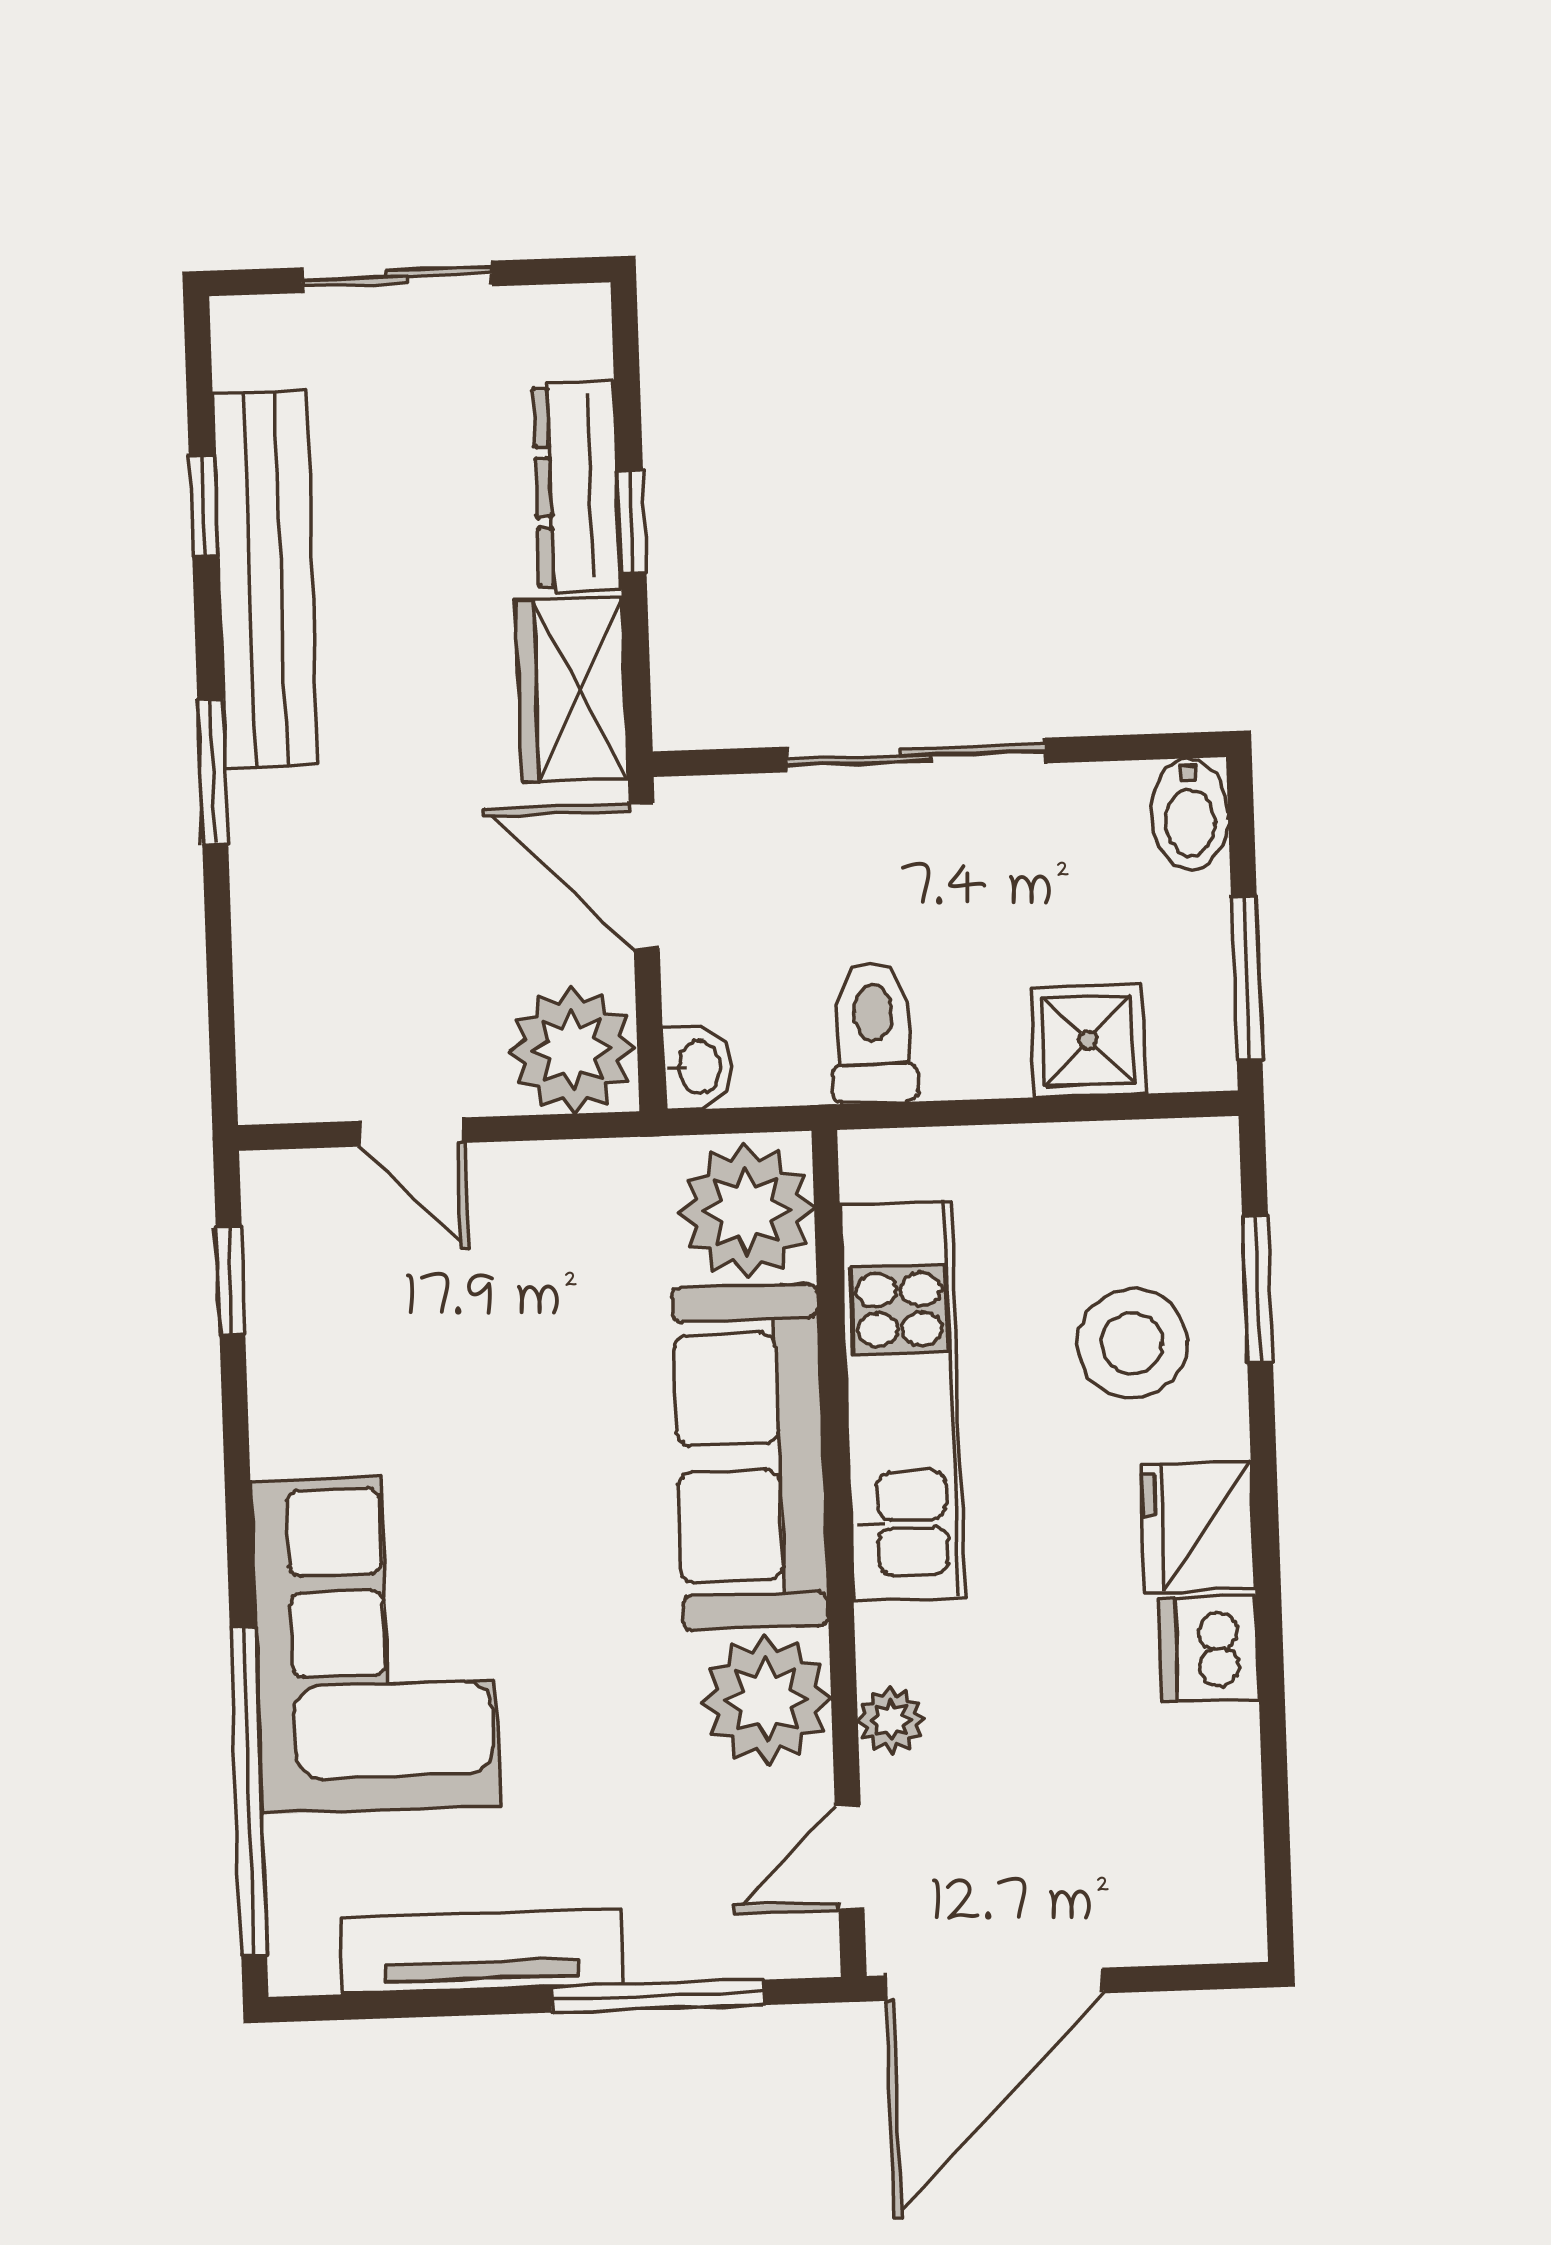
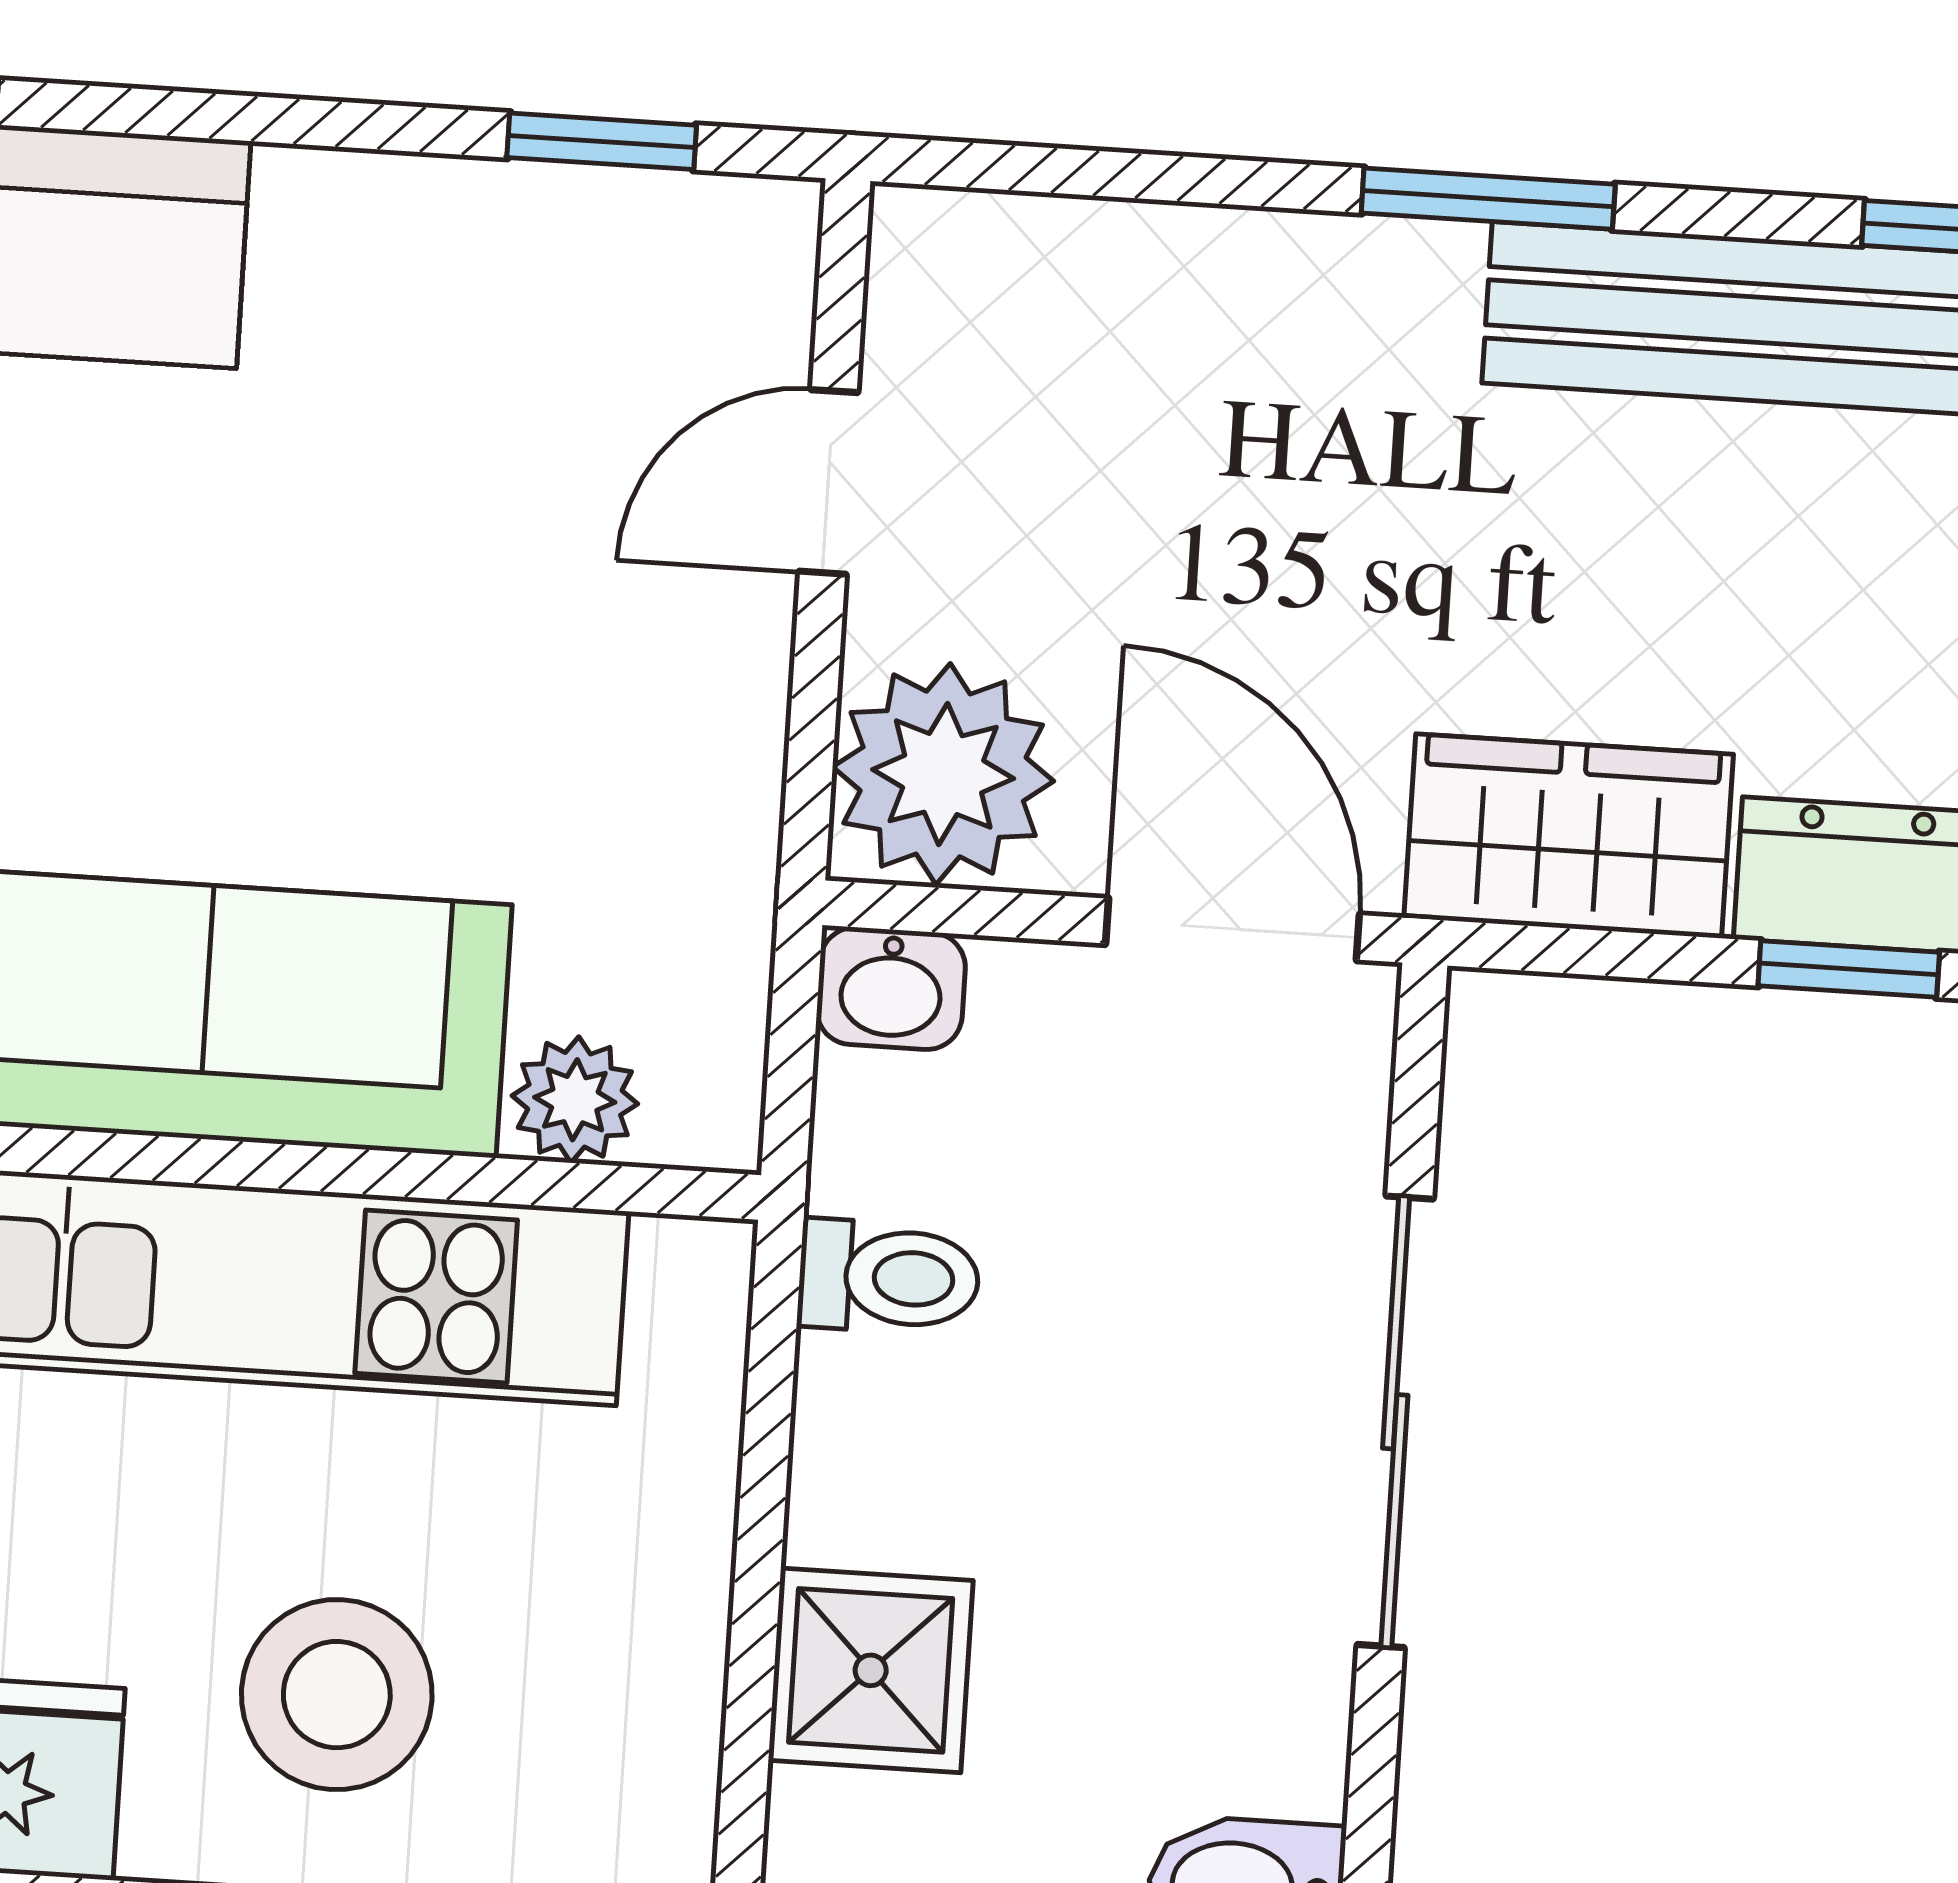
door: (644, 876) -> (1232, 929), hinge flipped
toilet: (873, 1032) -> (889, 1277), width x0.73, depth x0.72
plant: (746, 1211) -> (575, 1100), width x0.53, depth x0.53

